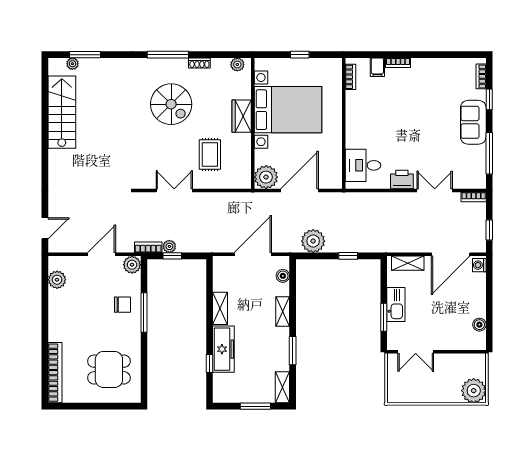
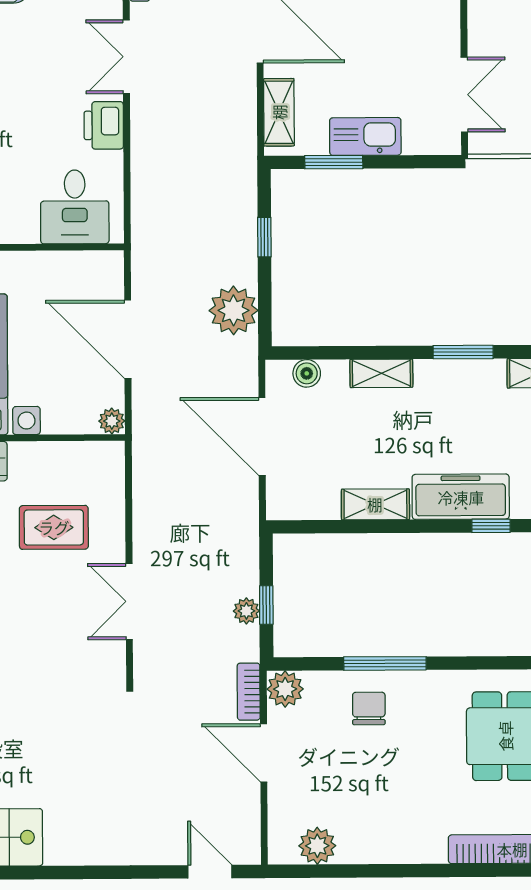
plant: (266, 177) -> (112, 421), width x0.53, depth x0.53
bookcase: (148, 247) -> (249, 692), moved
window: (384, 317) -> (334, 162), moved

